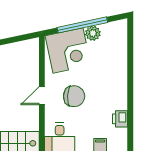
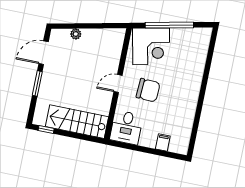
plant: (93, 33) -> (178, 35), removed
printer: (120, 119) -> (187, 120), removed

